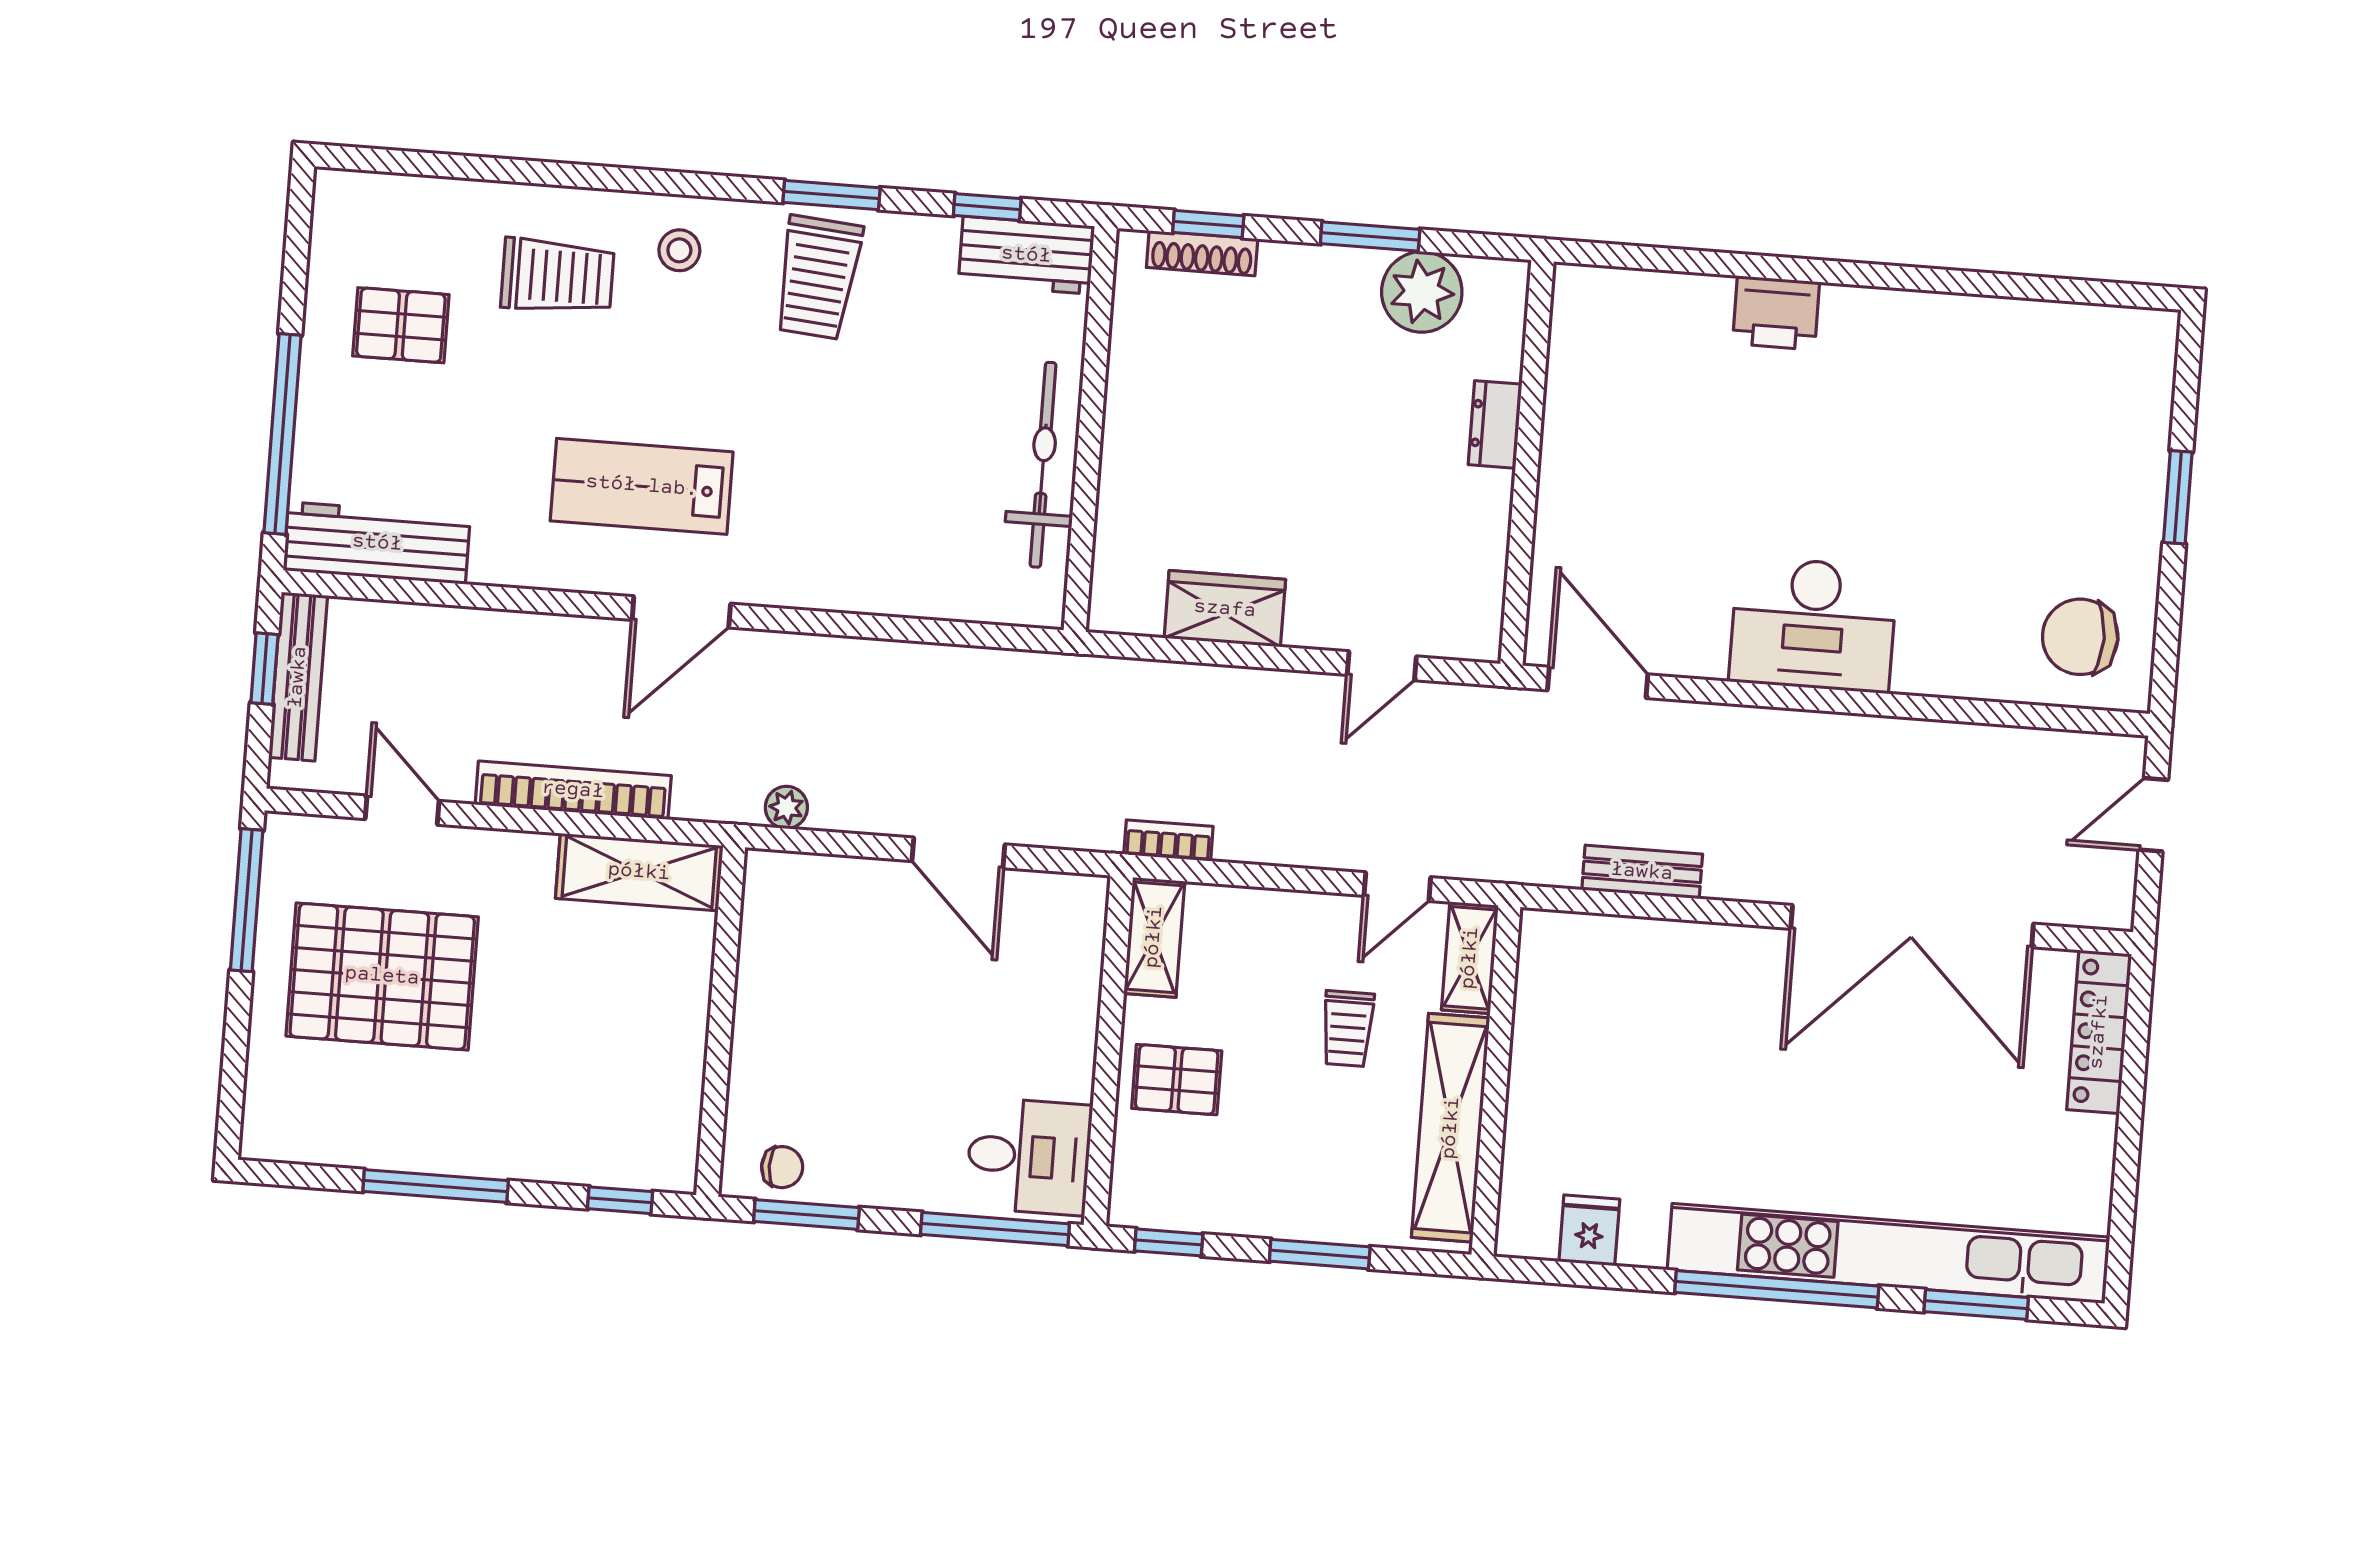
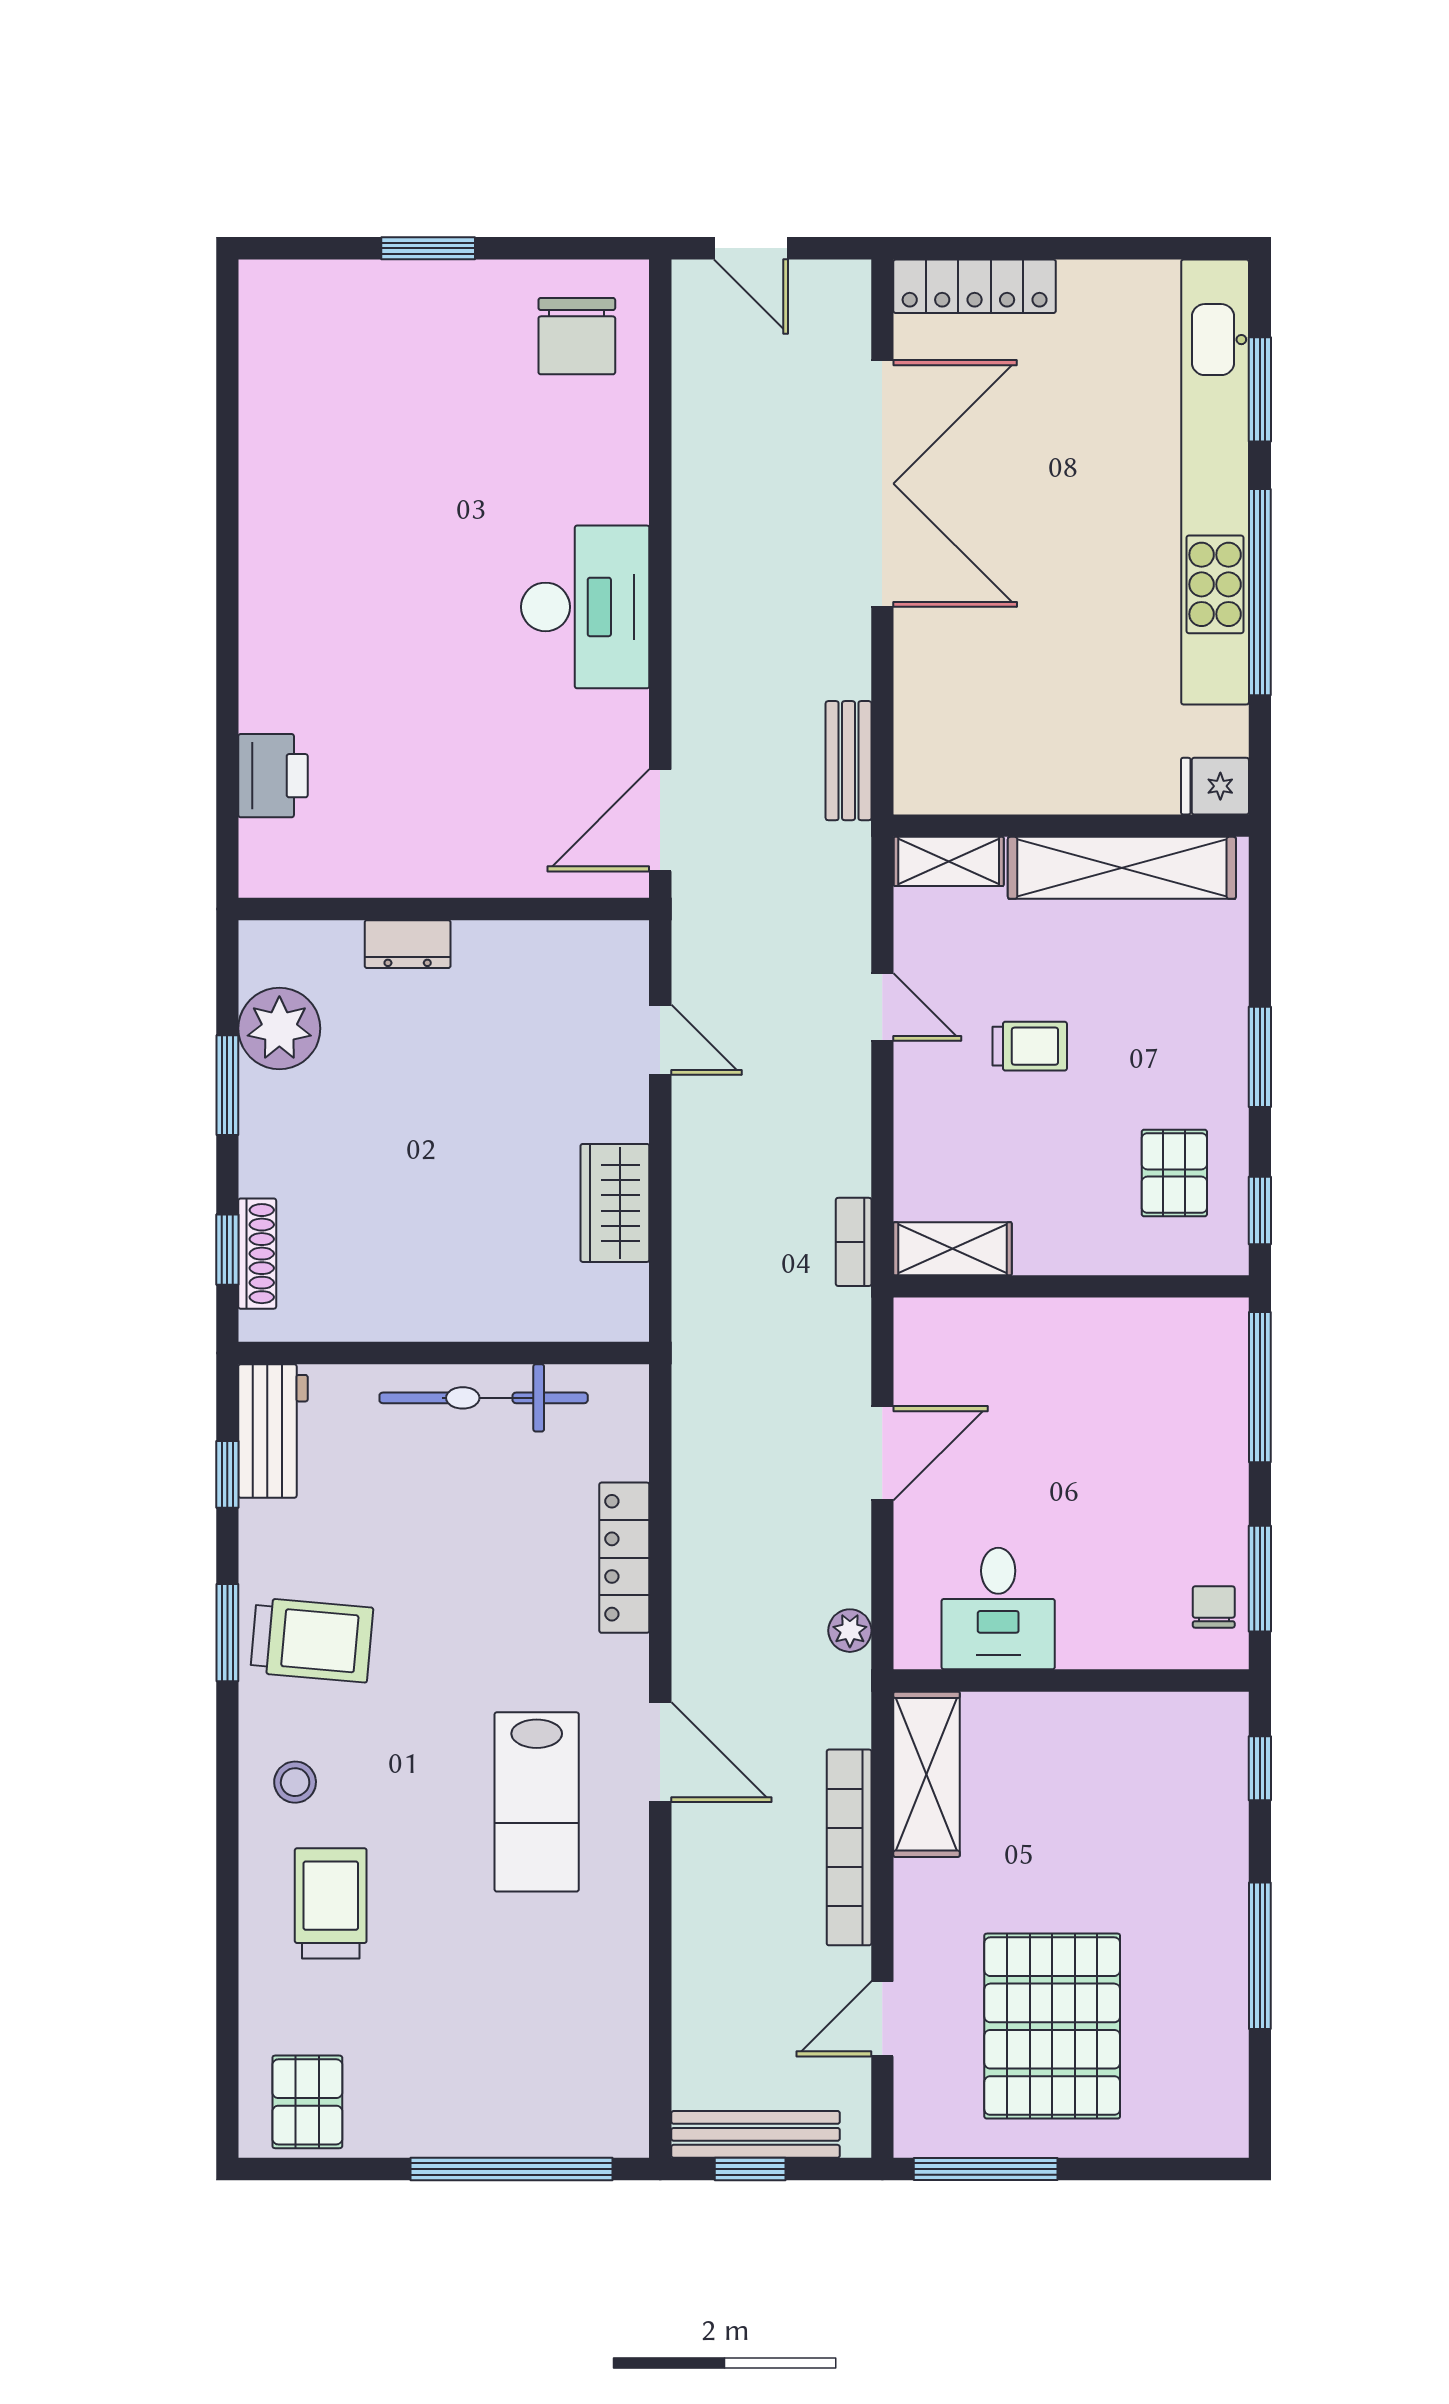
printer: (1776, 313) -> (273, 776), moved
pallet: (401, 325) -> (307, 2102), moved
workbench: (377, 543) -> (614, 2065), removed
locker: (875, 591) -> (624, 1558), added
shelving: (1470, 958) -> (949, 861), moved
pallet: (1177, 1080) -> (1174, 1173), moved
wall: (1496, 1081) -> (1071, 826), moved
shelving: (1451, 1128) -> (1122, 868), moved
desk: (1029, 1156) -> (998, 1609), moved, turned 180

